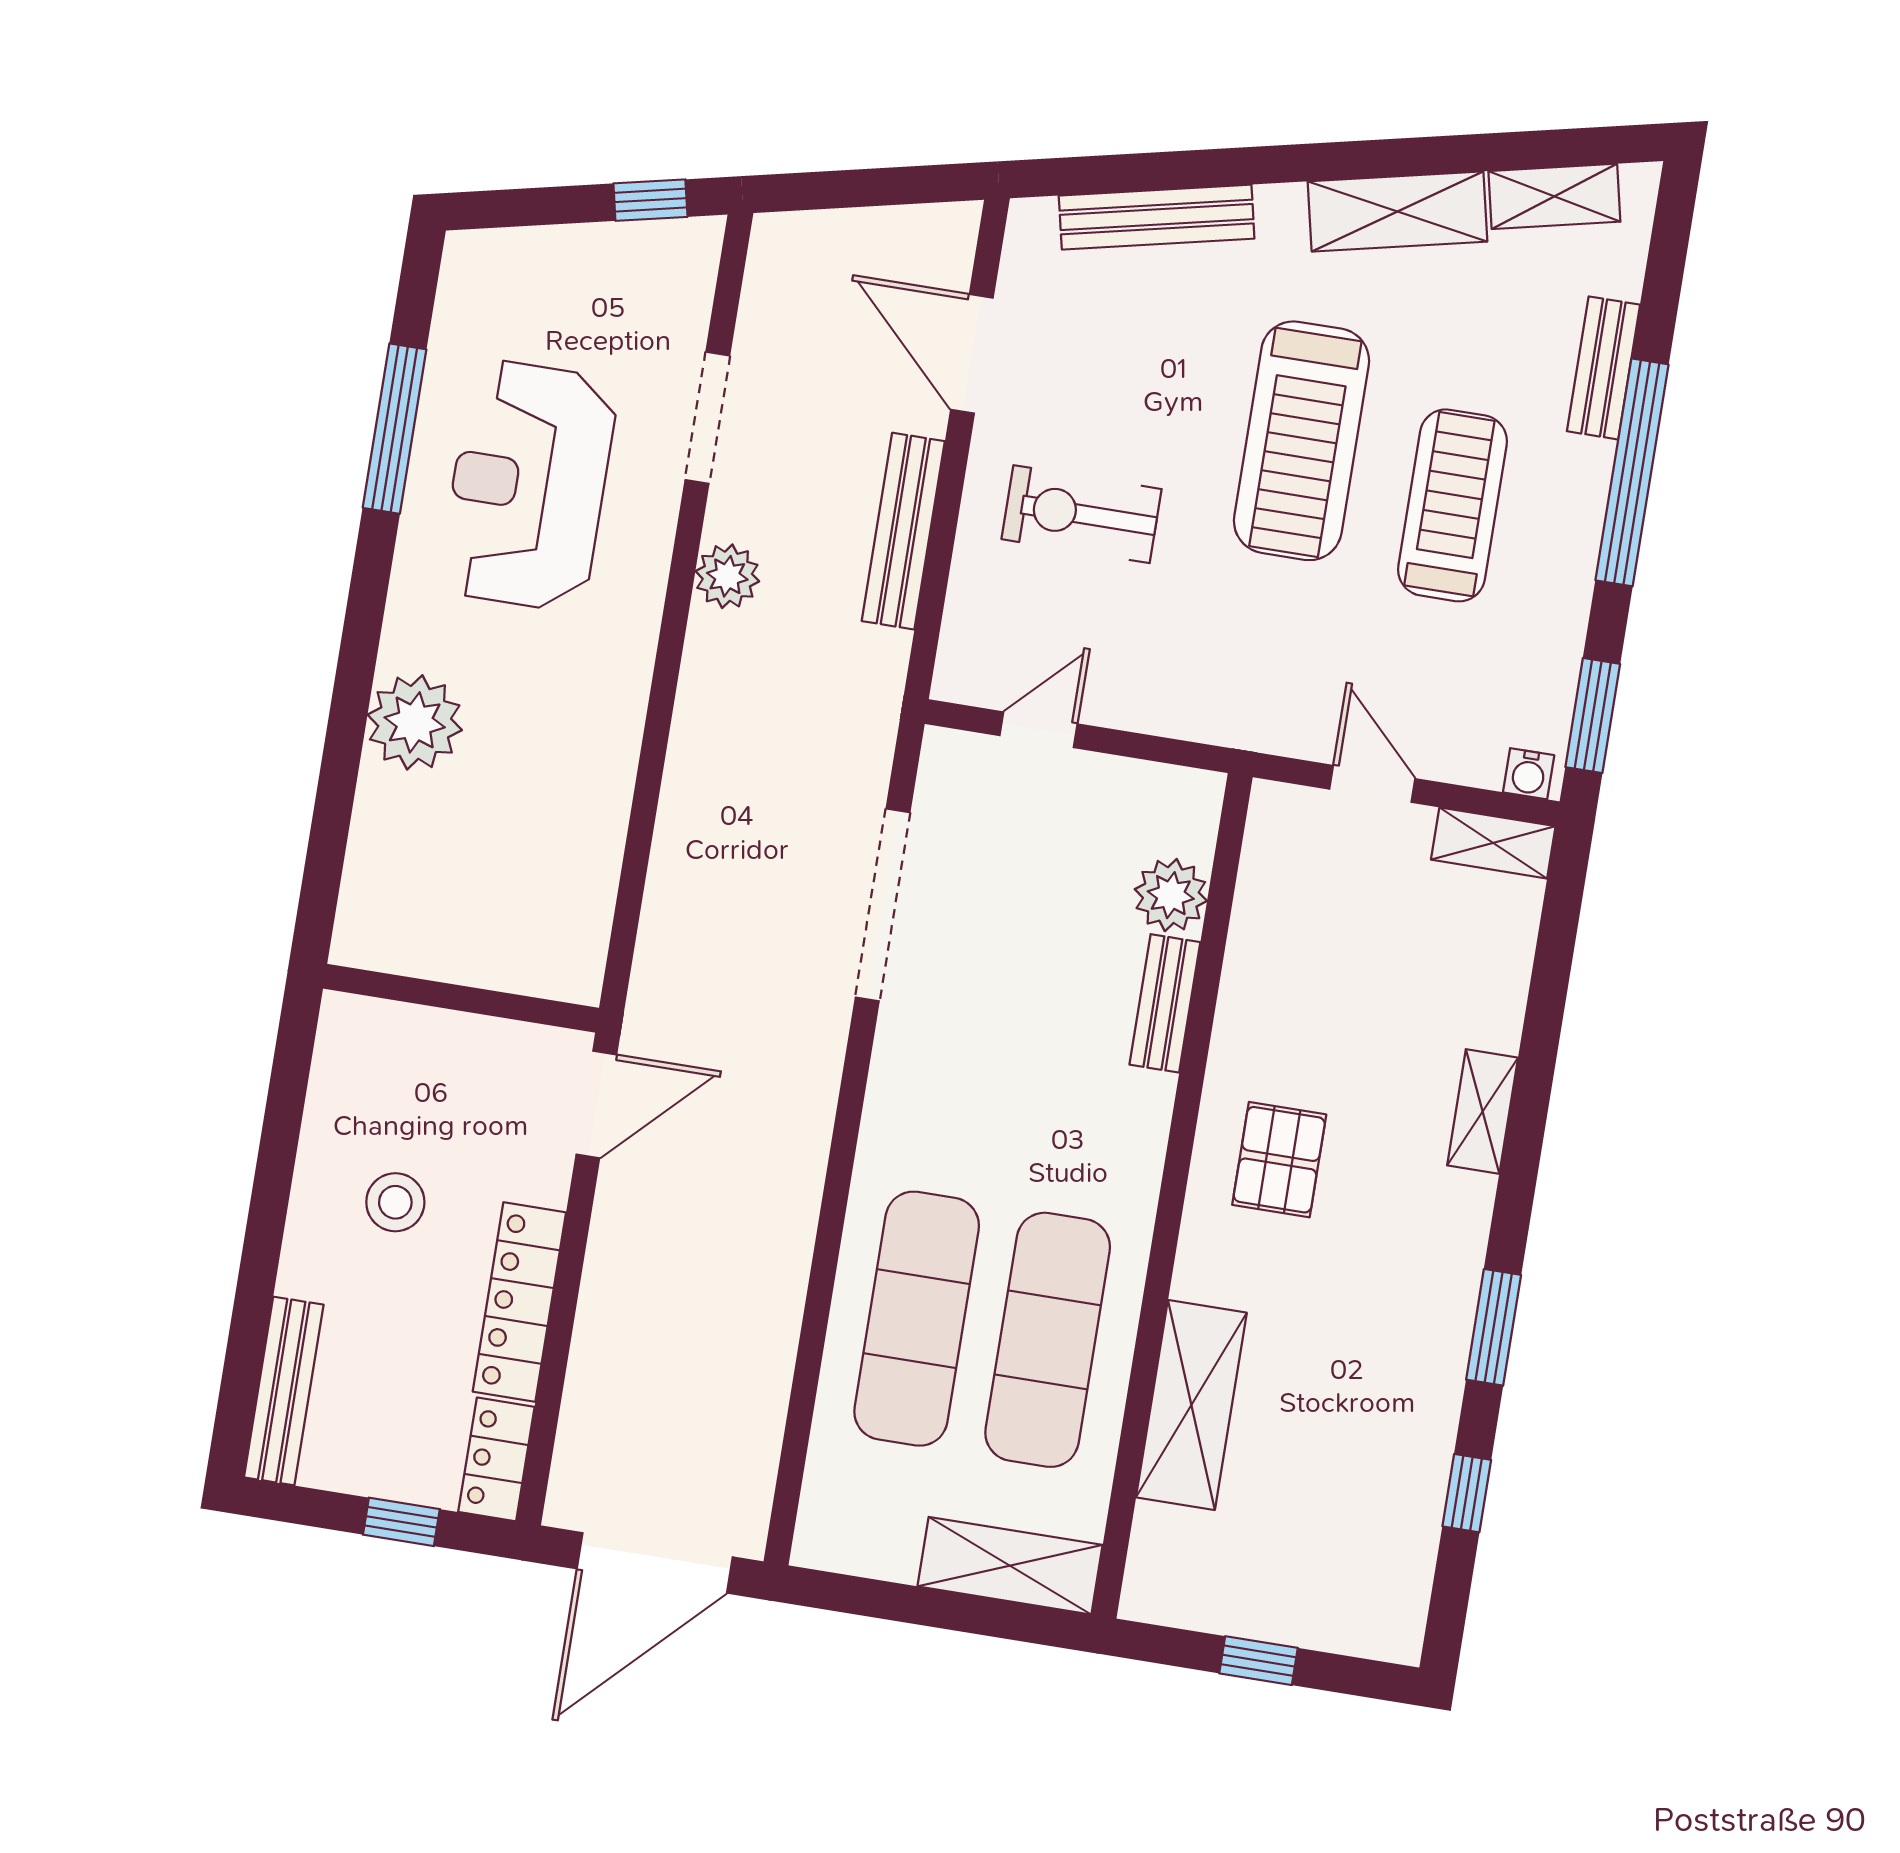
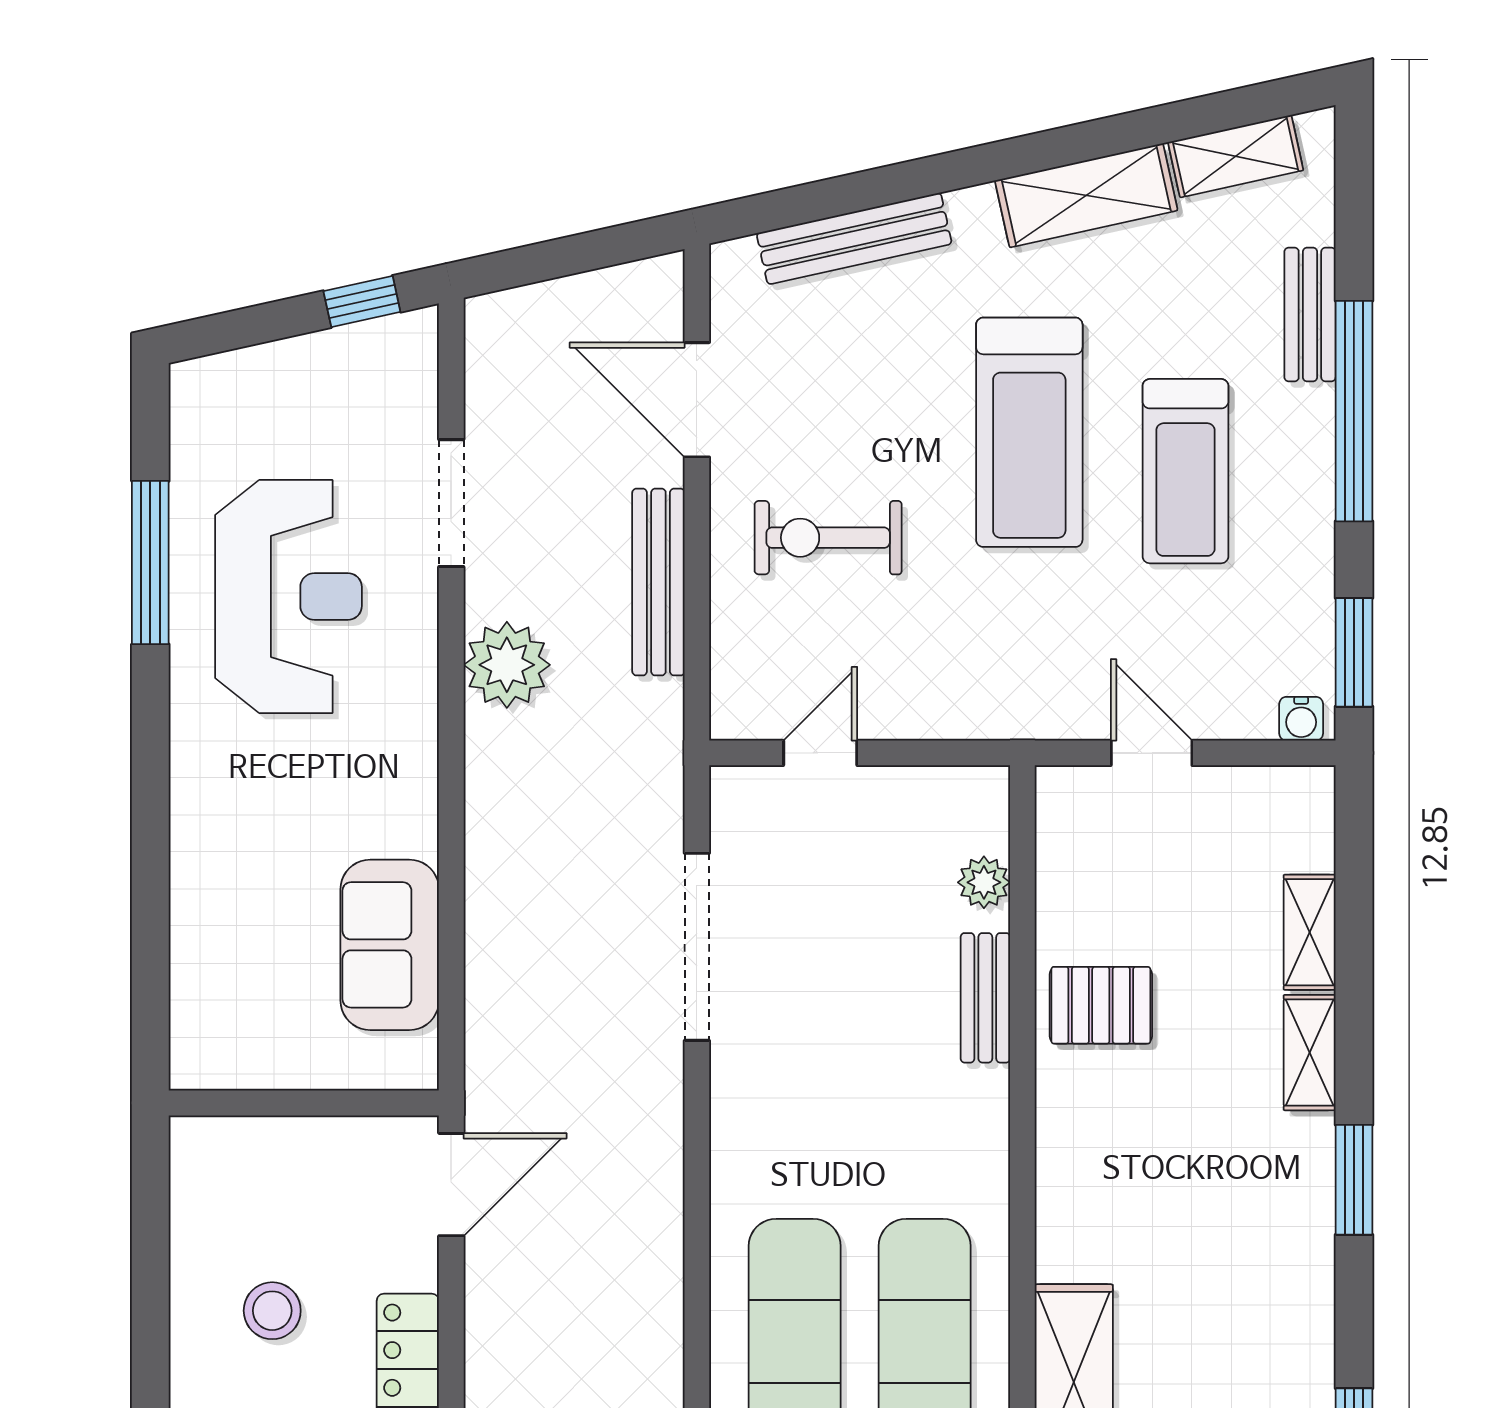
reception desk: (528, 485) -> (289, 596), turned 180
treadmill: (1452, 505) -> (1185, 471), turned 180
plant: (727, 576) -> (507, 665), width x1.36, depth x1.36
plant: (415, 722) -> (216, 844), removed
shelving: (1493, 843) -> (1310, 932), moved, turned 90
sofa: (573, 853) -> (390, 945), added
plant: (1171, 895) -> (984, 882), width x0.73, depth x0.73
pallet: (1279, 1160) -> (1101, 1005), moved, turned 90
window: (1494, 1327) -> (1354, 1180), moved

